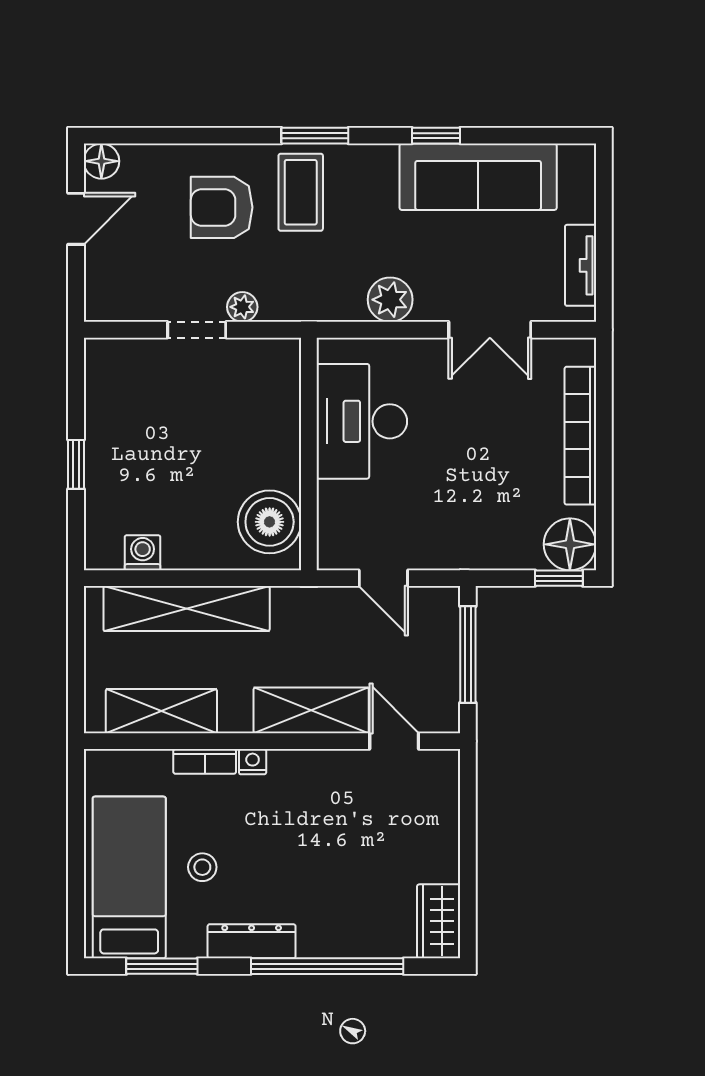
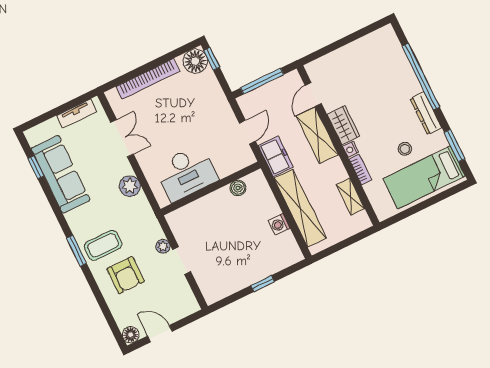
window: (436, 136) -> (36, 167), moved
boiler: (270, 522) -> (238, 188), width x0.54, depth x0.54
washing machine: (143, 553) -> (279, 224), moved
freezer: (310, 610) -> (276, 156), added
shelving: (161, 711) -> (350, 197), width x0.67, depth x0.75
wardrobe: (439, 921) -> (343, 125), moved, turned -90

